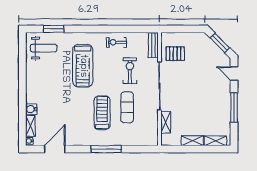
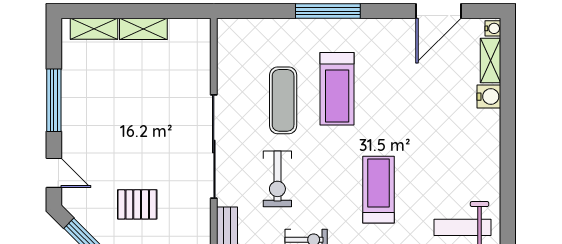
pallet: (175, 54) -> (137, 204), moved
treadmill: (83, 66) -> (378, 190), width x0.73, depth x0.73
shelving: (166, 122) -> (201, 68), removed

